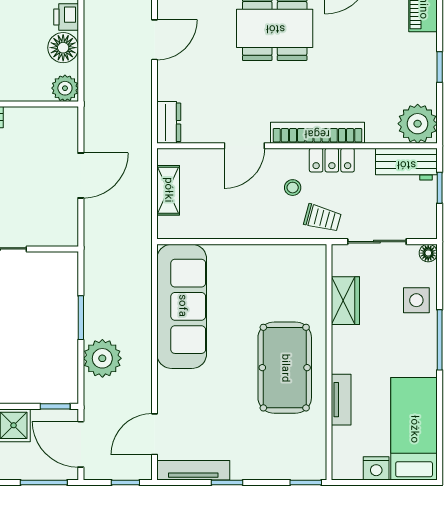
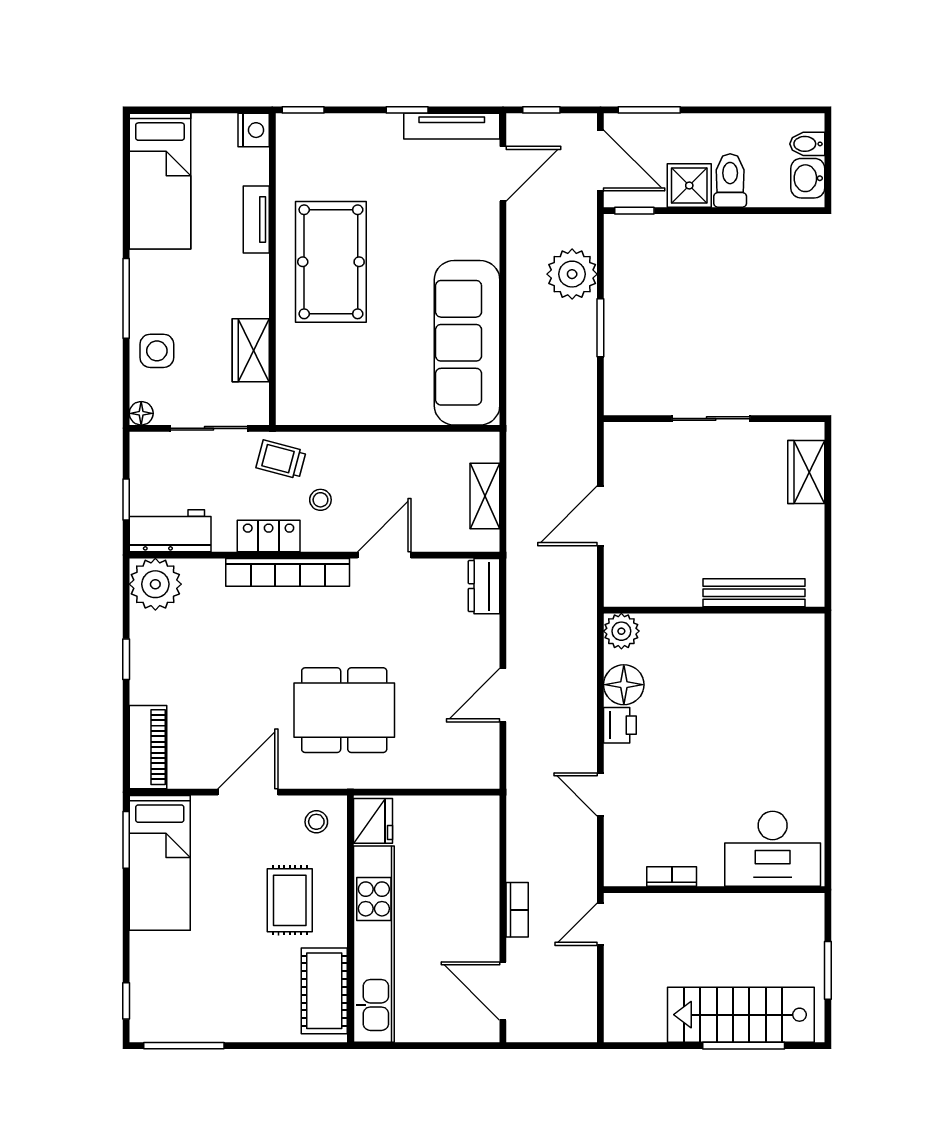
nightstand: (376, 468) -> (254, 130), moved, turned 90

